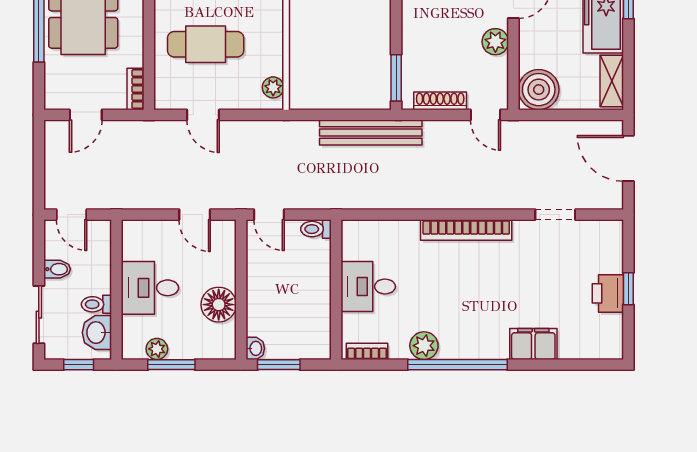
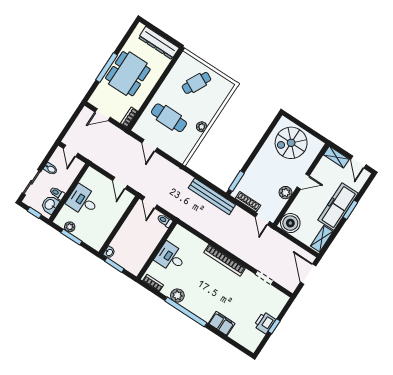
plant: (273, 87) -> (202, 127), moved
floor lamp: (219, 305) -> (106, 225), removed

